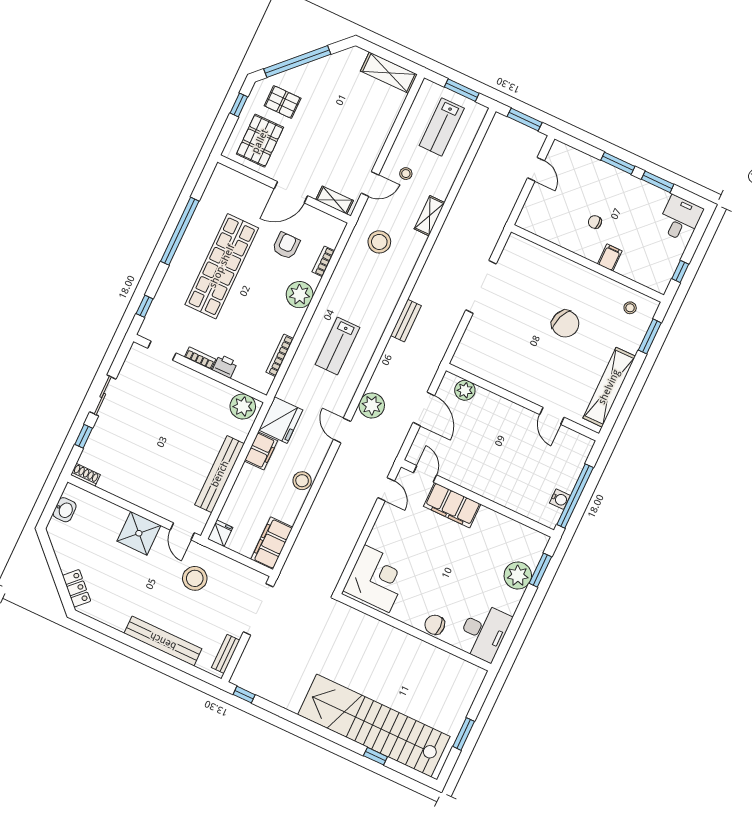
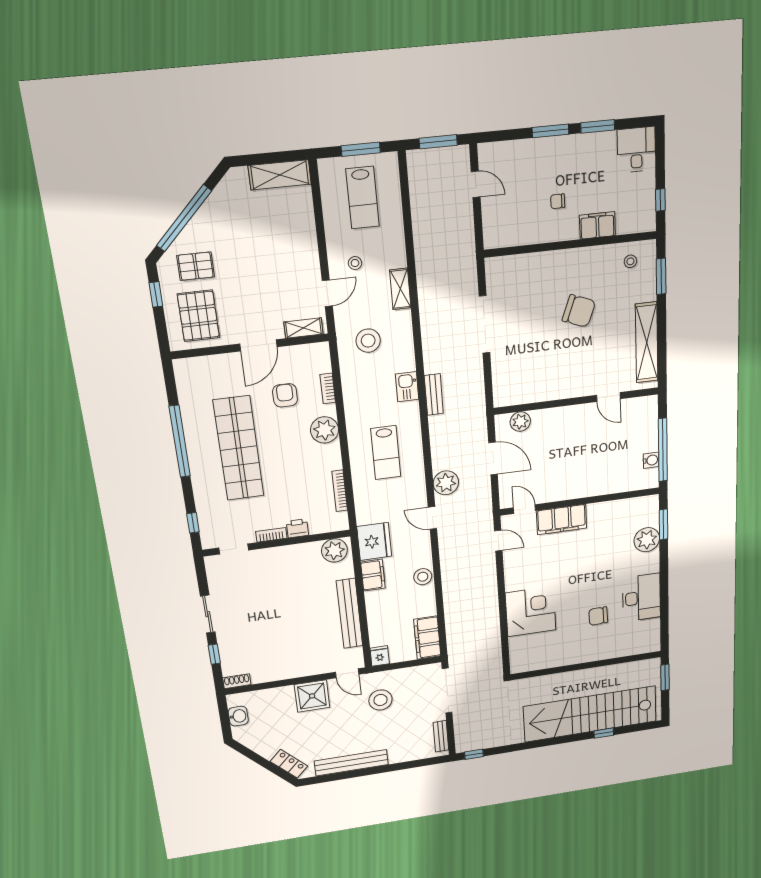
filing cabinet: (610, 257) -> (597, 225), width x2.00
kitchen sink: (388, 300) -> (407, 387), added
wall: (415, 632) -> (586, 666), moved
bench: (163, 641) -> (351, 763), moved

